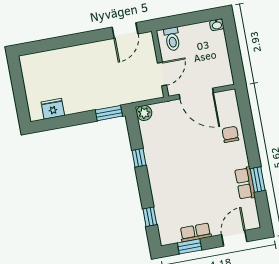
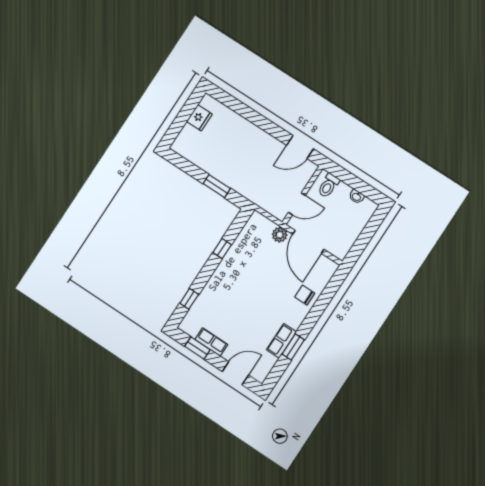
washbasin: (217, 25) -> (357, 197), moved
fridge: (53, 109) -> (199, 118), moved, turned 90
window: (109, 113) -> (217, 186), moved
plant: (144, 113) -> (280, 235), moved
chair: (230, 134) -> (305, 295), turned -90

